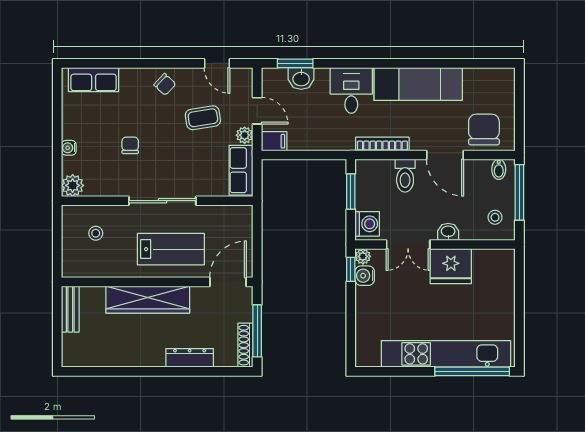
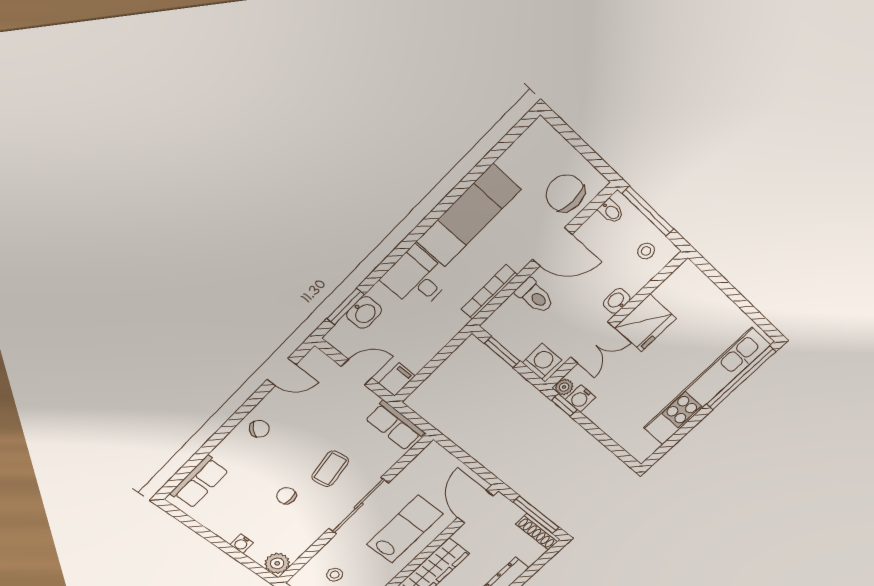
coffee table: (203, 118) -> (330, 469), moved
plant: (245, 135) -> (368, 399), removed

